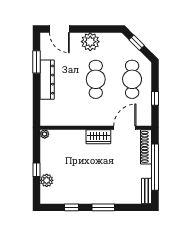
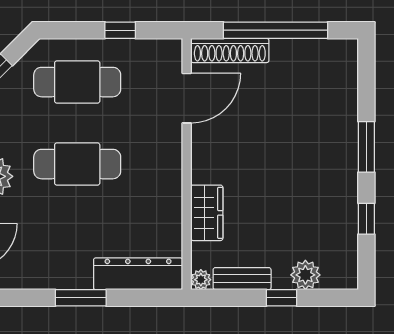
window: (36, 62) -> (81, 298), moved
dresser: (47, 80) -> (138, 274), moved
door: (125, 128) -> (187, 98), swing flipped
wardrobe: (98, 137) -> (207, 213), moved
bench: (146, 191) -> (242, 279), moved

